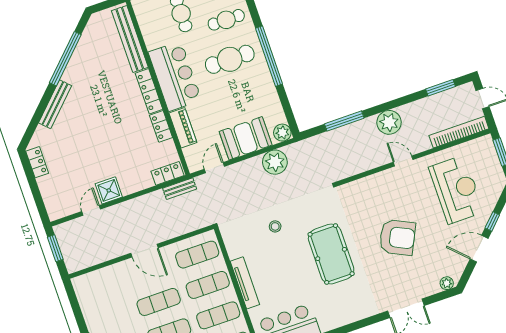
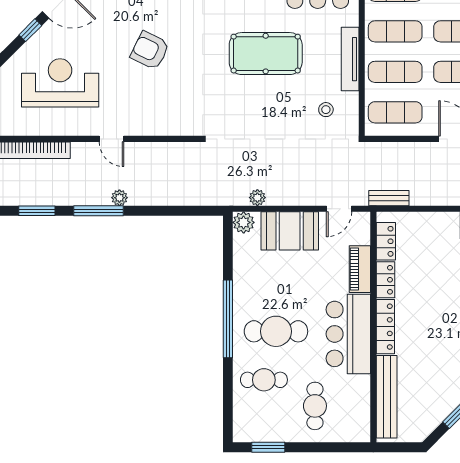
window: (344, 121) -> (98, 211), moved
plant: (389, 122) -> (119, 198), width x0.53, depth x0.53
plant: (275, 162) -> (257, 198), width x0.53, depth x0.53
locker: (168, 173) -> (386, 241), moved, turned -90
reception desk: (456, 190) -> (60, 83), turned 90
stool: (275, 226) -> (326, 110), moved
armchair: (397, 237) -> (150, 50), width x0.73, depth x0.73
pool table: (331, 254) -> (266, 54), moved, turned 90

